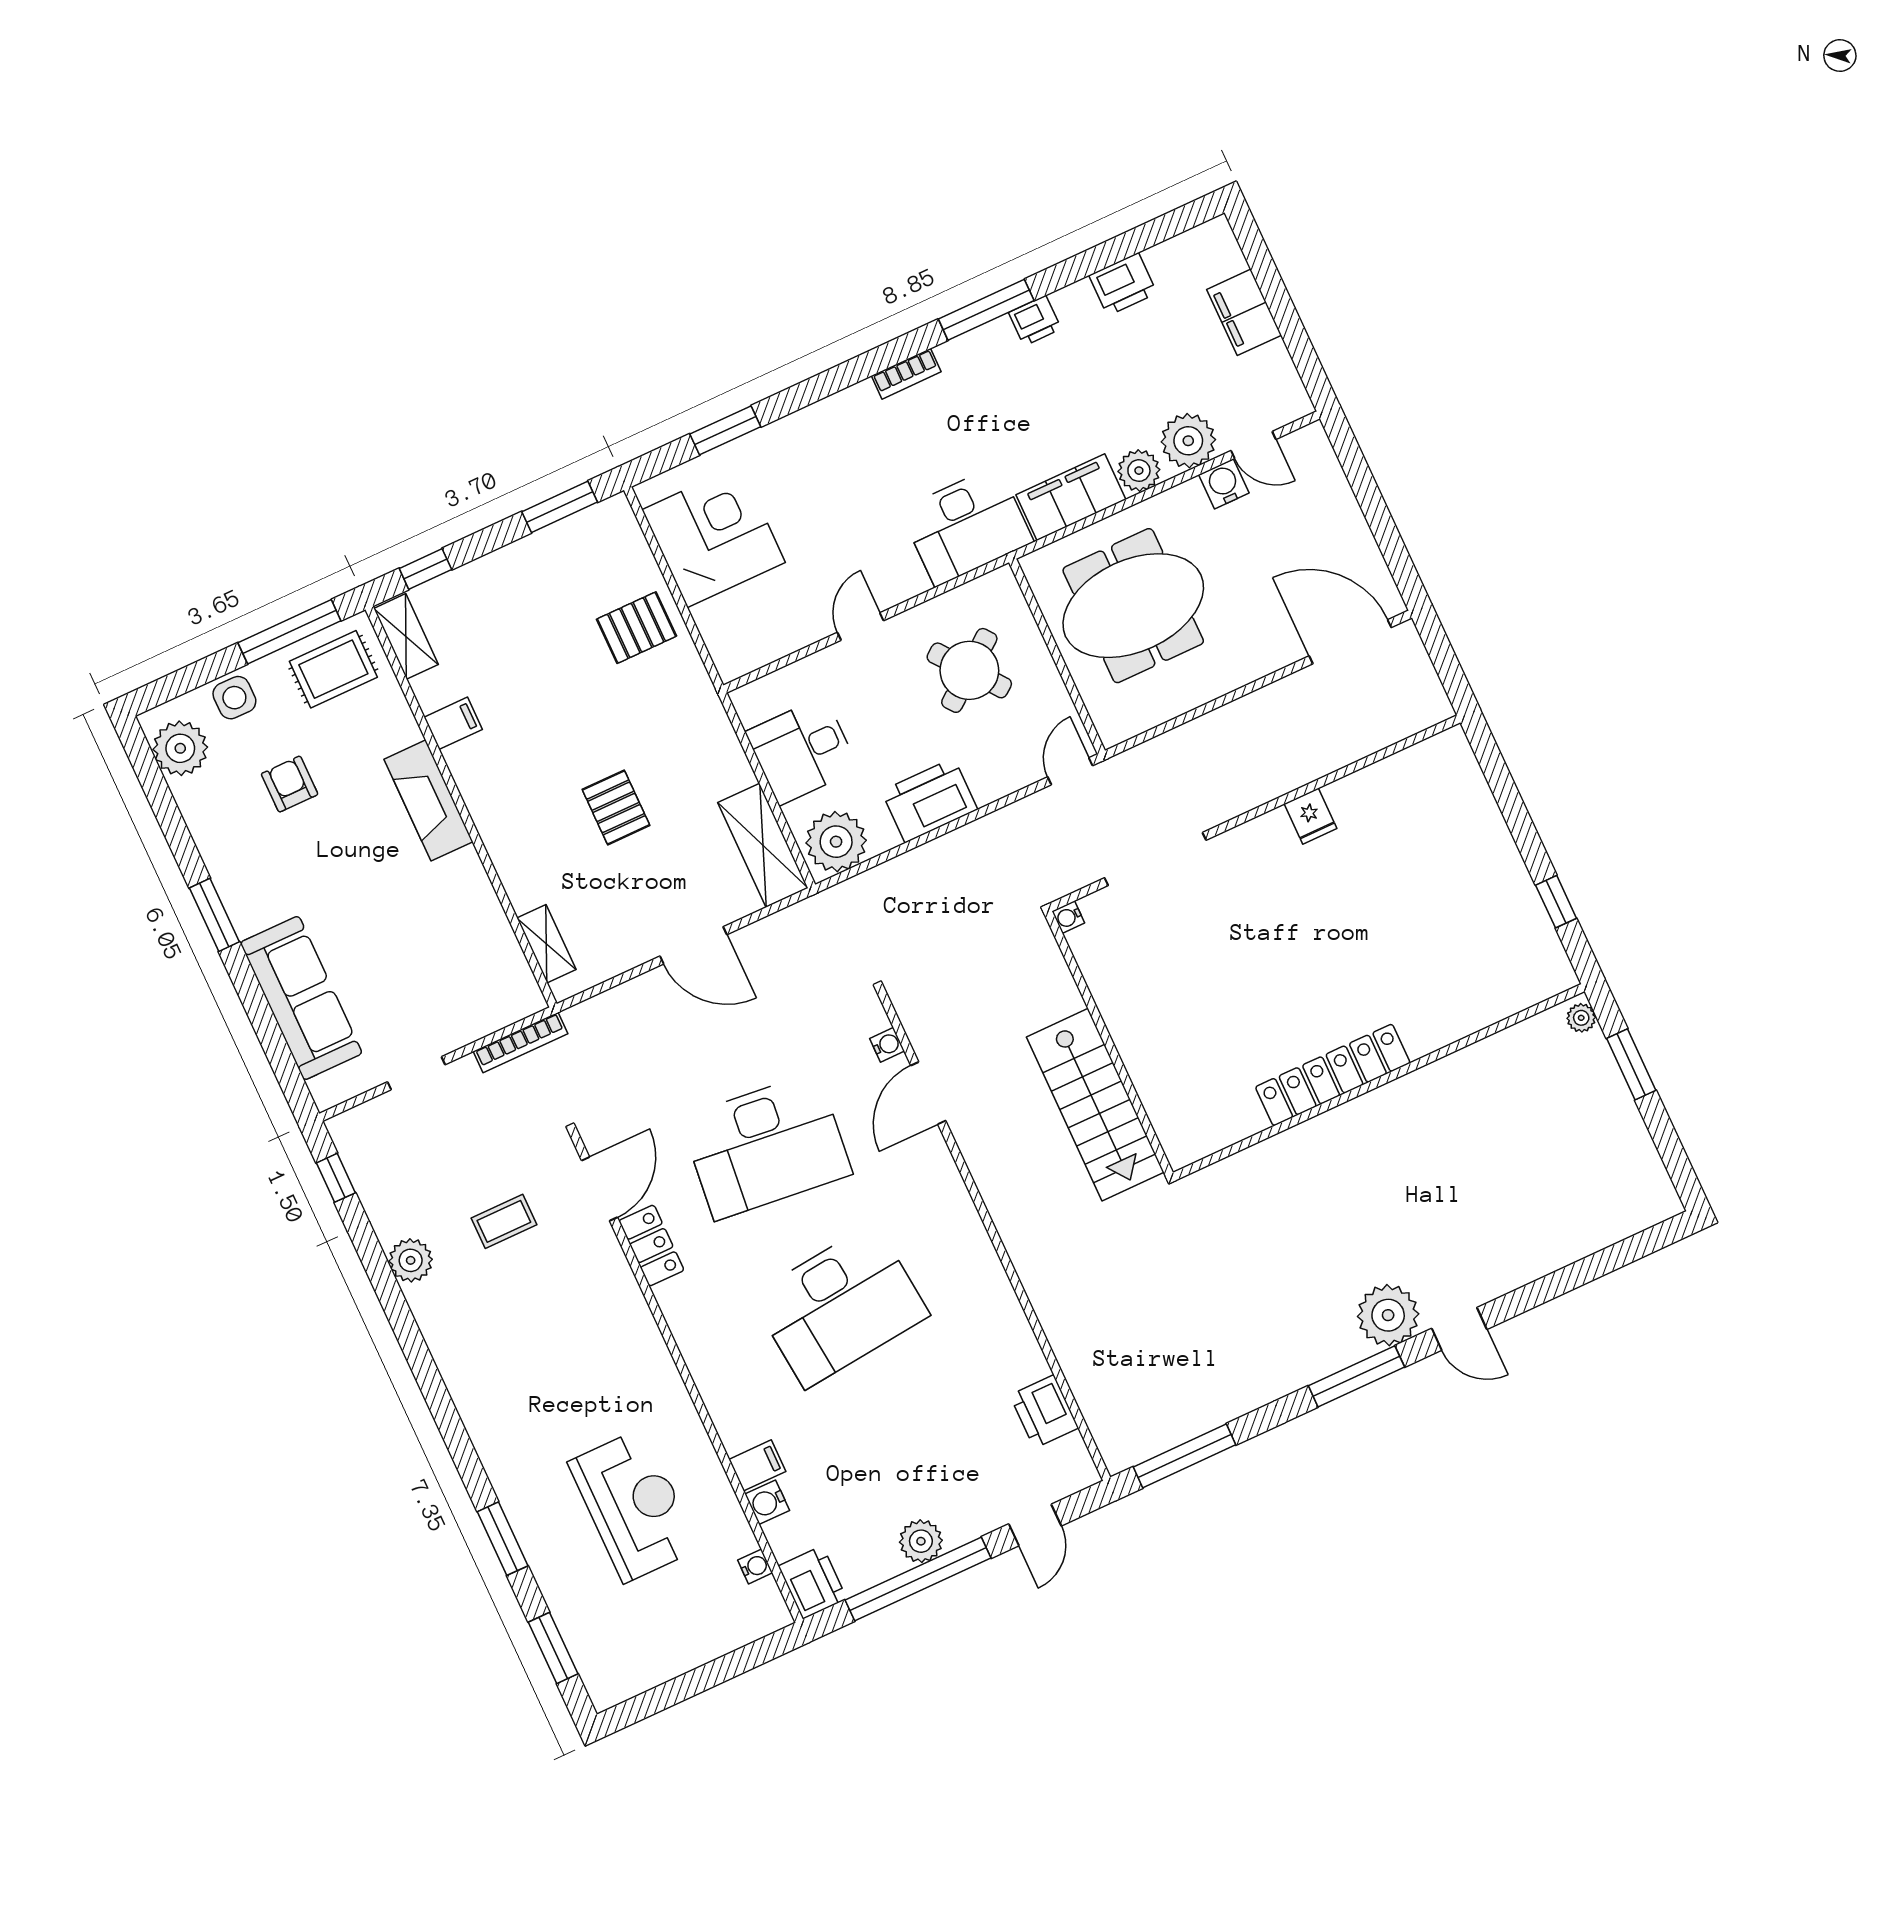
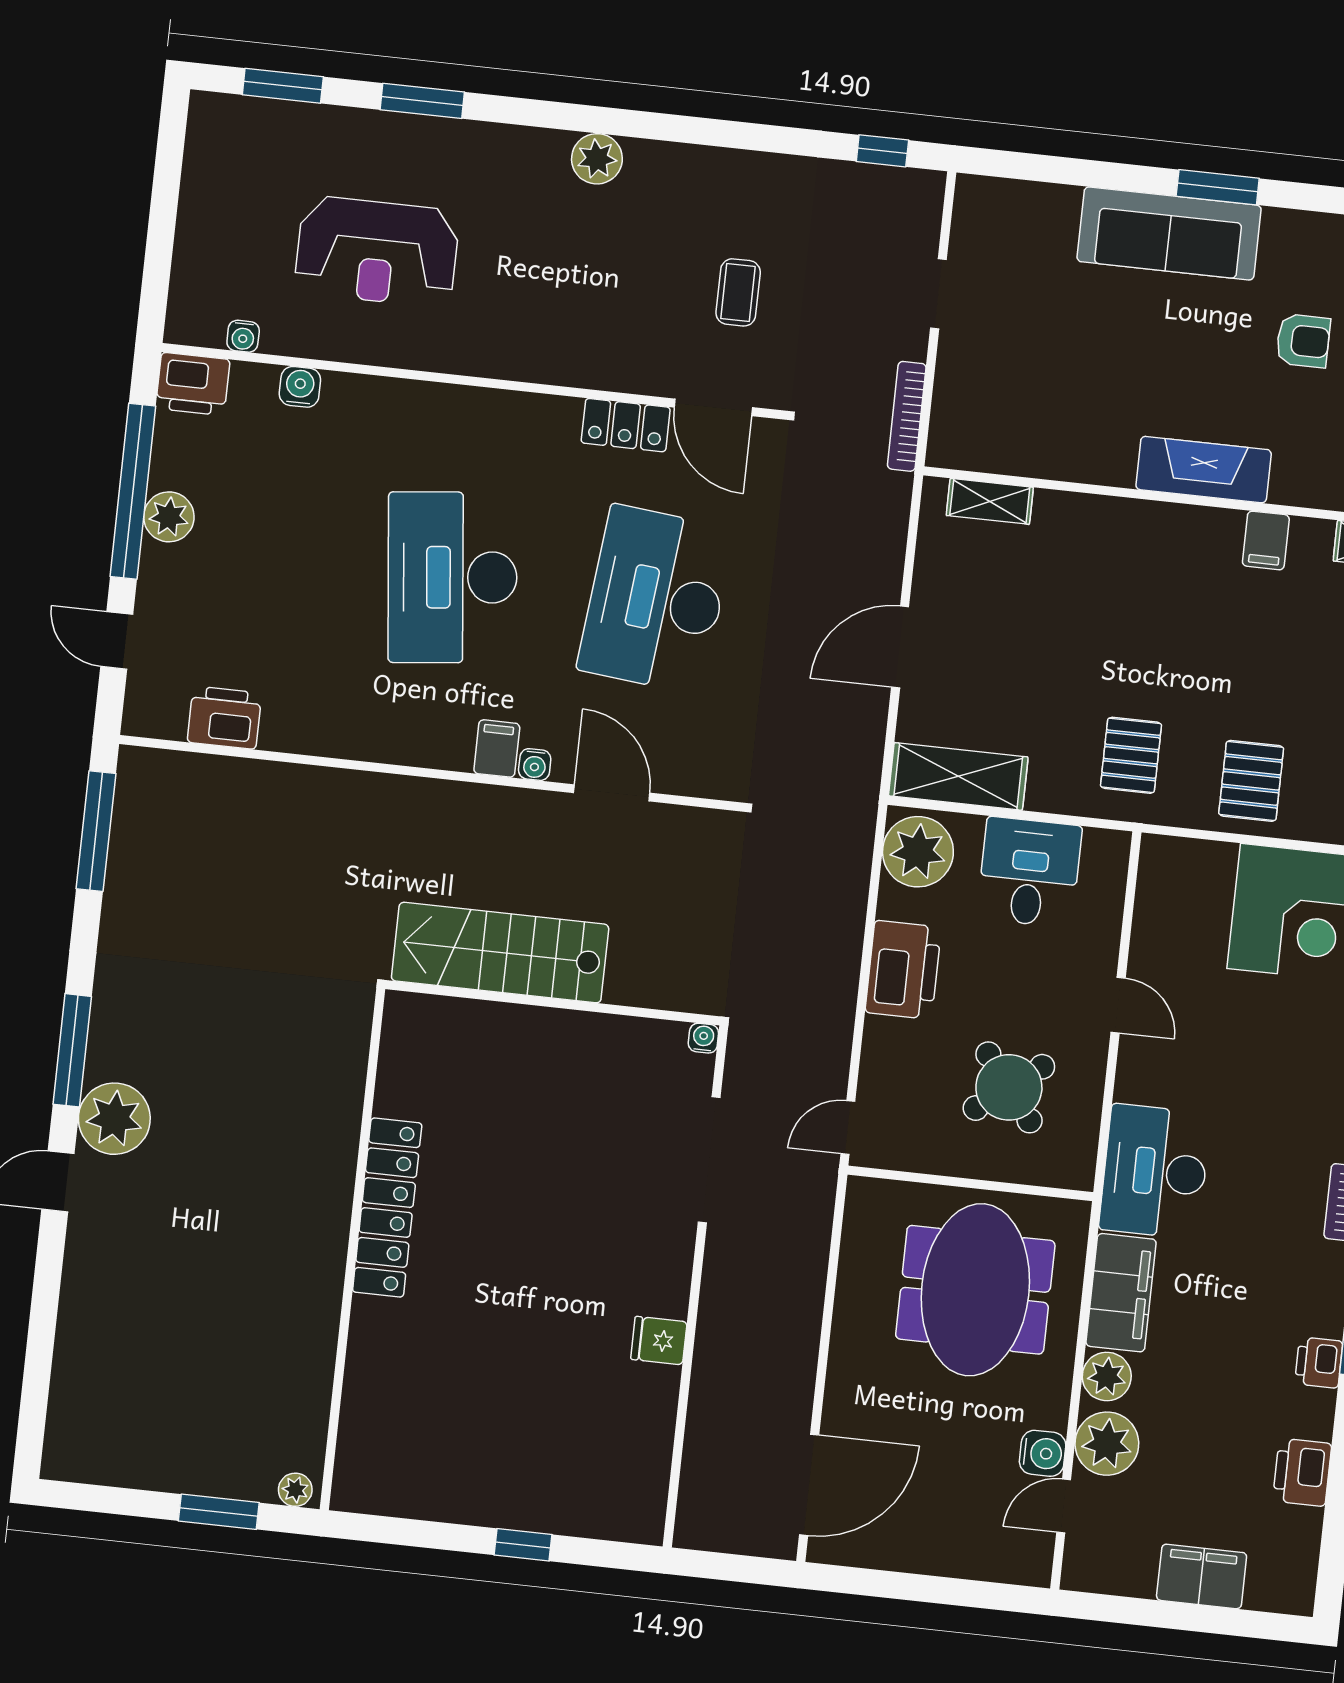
door: (1070, 771) -> (848, 1128), swing flipped
pallet: (616, 807) -> (1131, 755), moved, turned 90
window: (1556, 902) -> (523, 1545), moved
sofa: (301, 998) -> (1169, 233), moved
water cooler: (887, 1045) -> (535, 765), moved
plant: (411, 1260) -> (597, 159), moved
filing cabinet: (757, 1465) -> (497, 748), moved, turned 180

